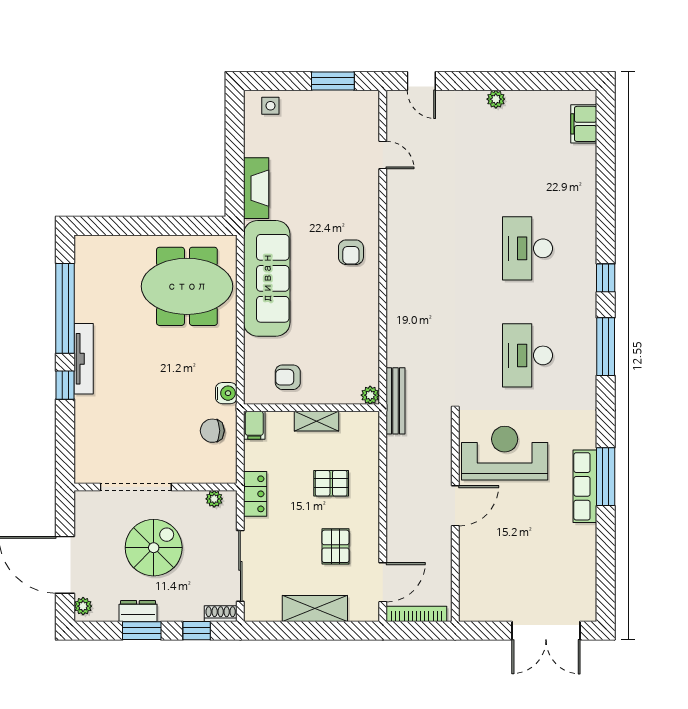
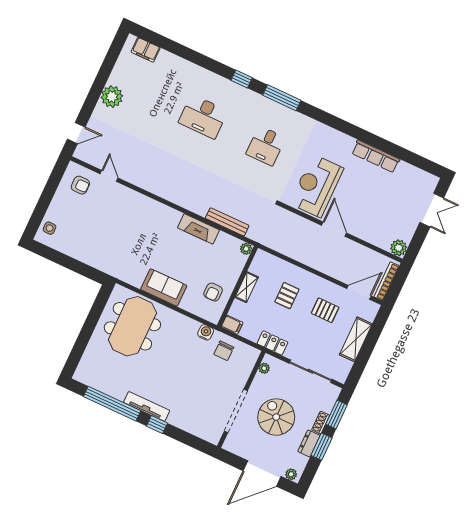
window: (333, 81) -> (52, 185), removed
plant: (496, 99) -> (112, 97), width x1.87, depth x1.87
door: (383, 155) -> (109, 176), hinge flipped
fireplace: (256, 188) -> (198, 229), moved, turned 180
armchair: (351, 252) -> (80, 185), moved
sofa: (267, 278) -> (164, 288), width x0.54, depth x0.79
desk: (528, 355) -> (266, 146), width x0.73
bench: (396, 401) -> (227, 222), moved
window: (606, 477) -> (358, 133), removed
row of seats: (585, 486) -> (376, 156), moved
door: (383, 582) -> (359, 292), hinge flipped
plant: (471, 609) -> (399, 248), added
shoe rack: (221, 614) -> (321, 423), moved
window: (197, 631) -> (336, 415), width x1.50
double door: (546, 631) -> (432, 210), width x0.73

